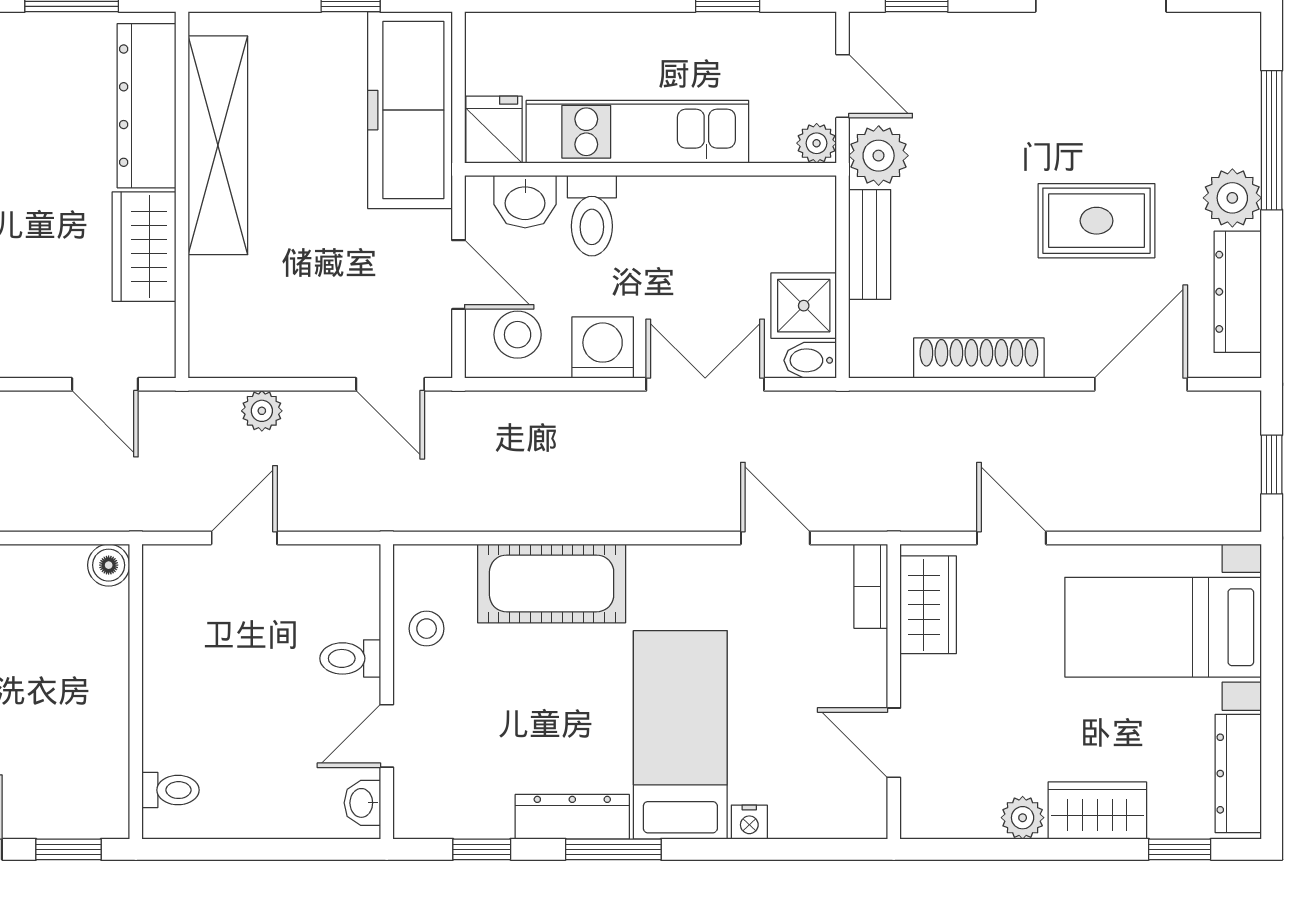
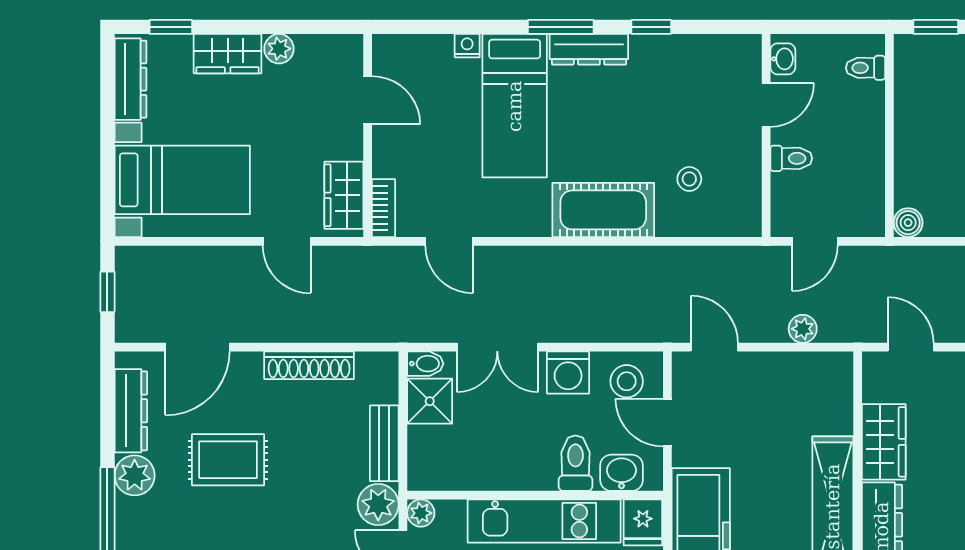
toilet: (350, 658) -> (791, 158), moved
wall: (387, 692) -> (766, 136), moved
door: (387, 736) -> (766, 105), moved
washbasin: (362, 803) -> (783, 59), moved

